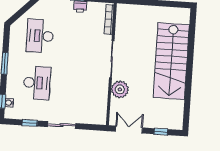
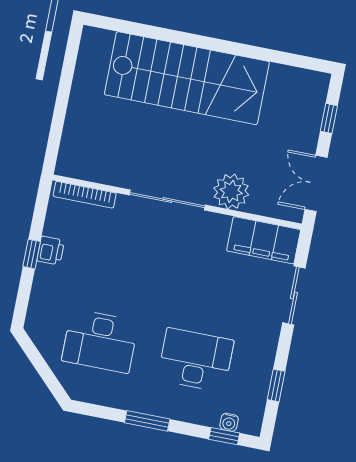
filing cabinet: (98, 108) -> (264, 240), added
sliding door: (62, 125) -> (294, 296), moved

